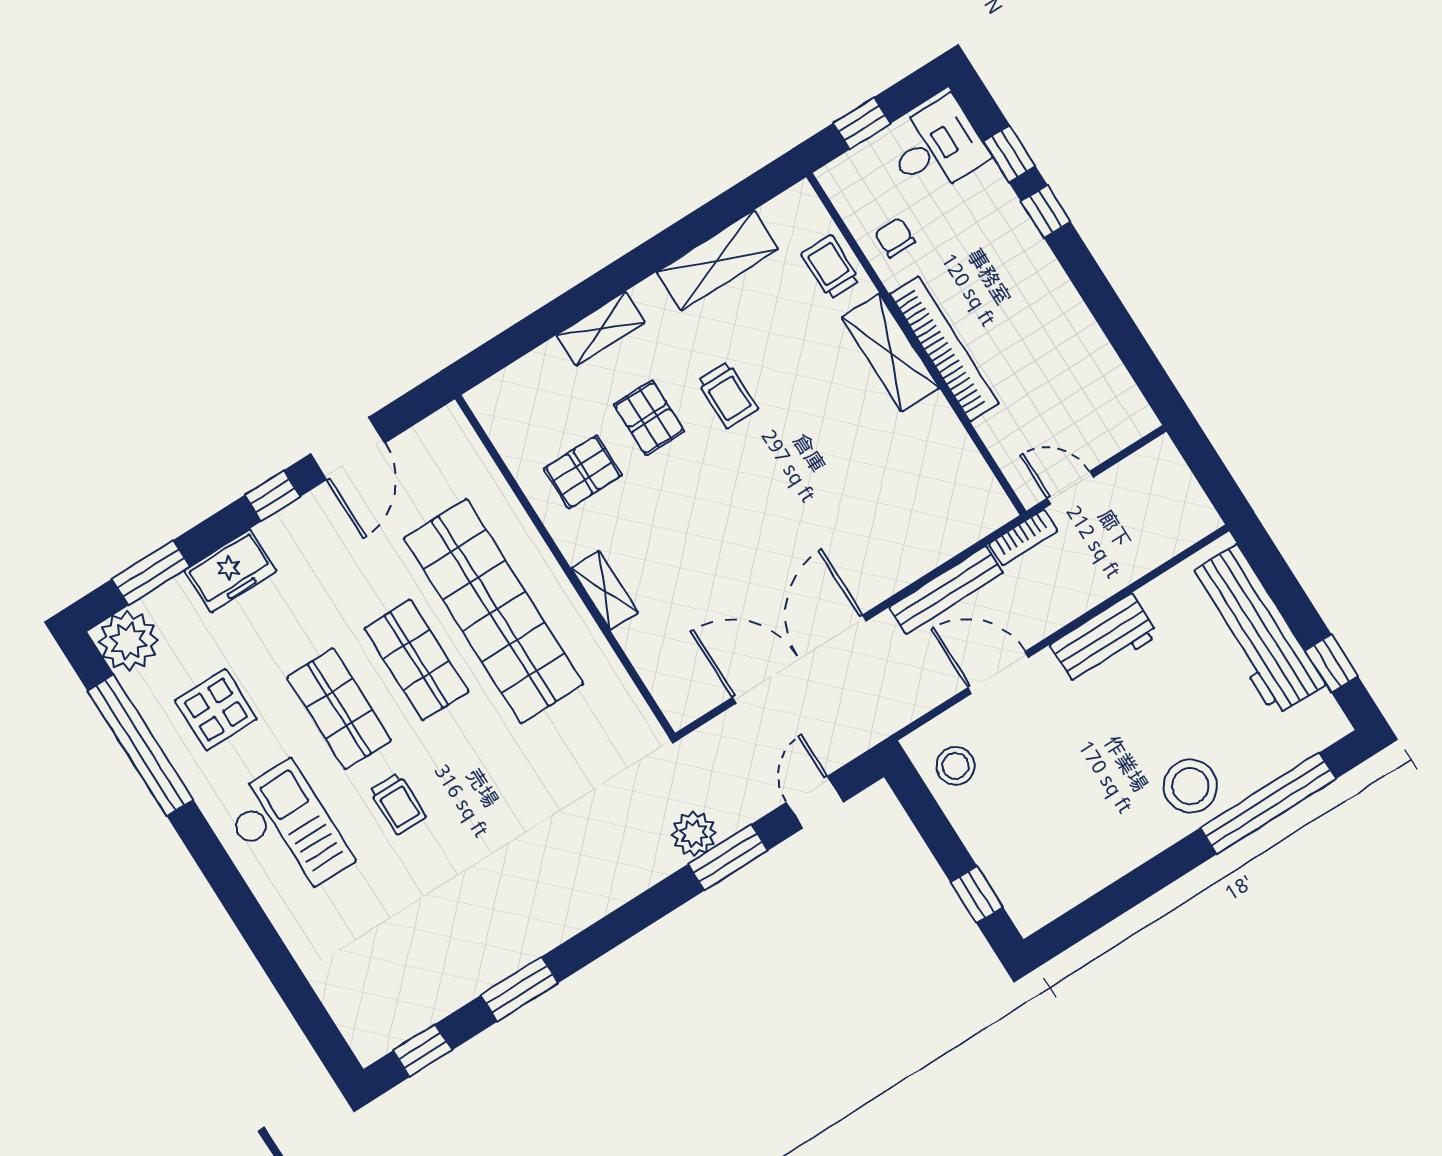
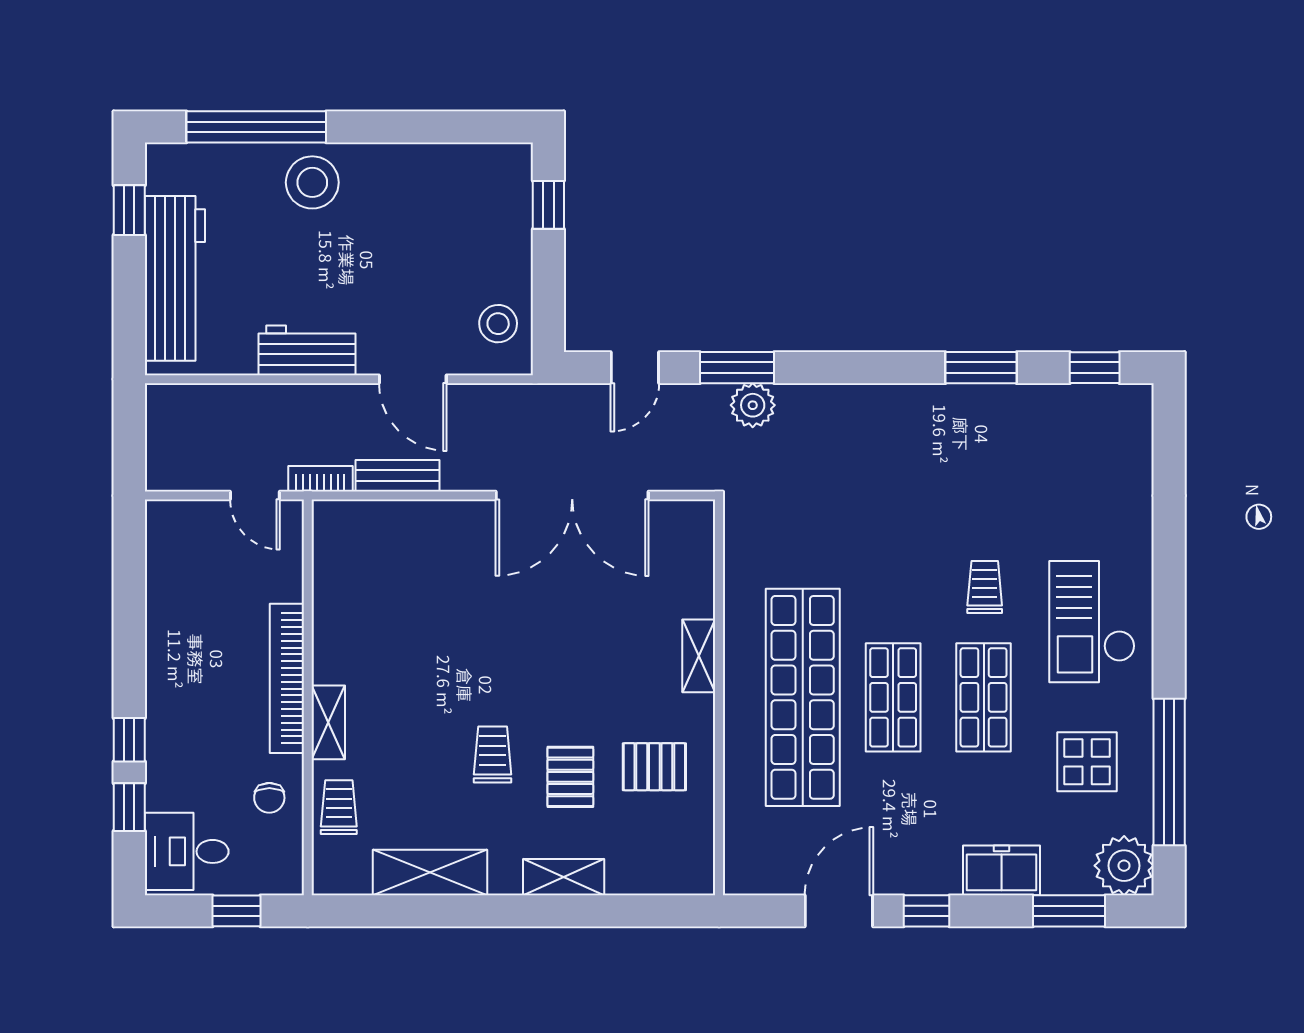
trolley: (830, 267) -> (339, 807), turned 180
shelving: (890, 353) -> (328, 722), width x0.67, depth x0.75
bench: (946, 590) -> (398, 476), width x0.73

